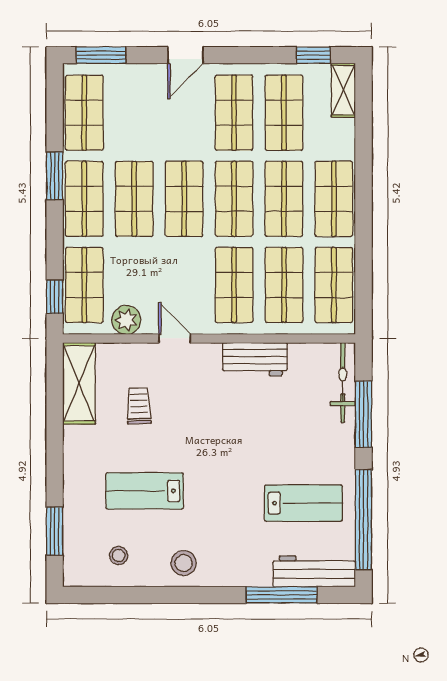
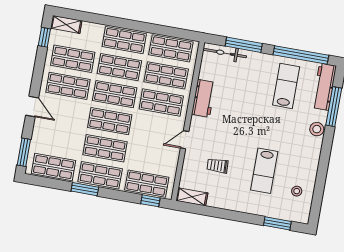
plant: (126, 320) -> (170, 164), removed
shelving: (79, 383) -> (192, 197), width x0.67, depth x0.75
stool: (184, 563) -> (317, 129), moved

